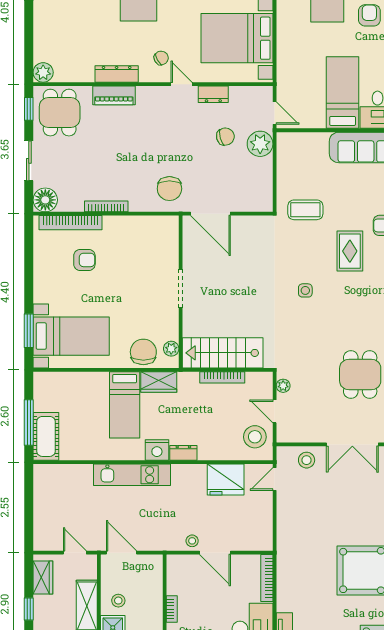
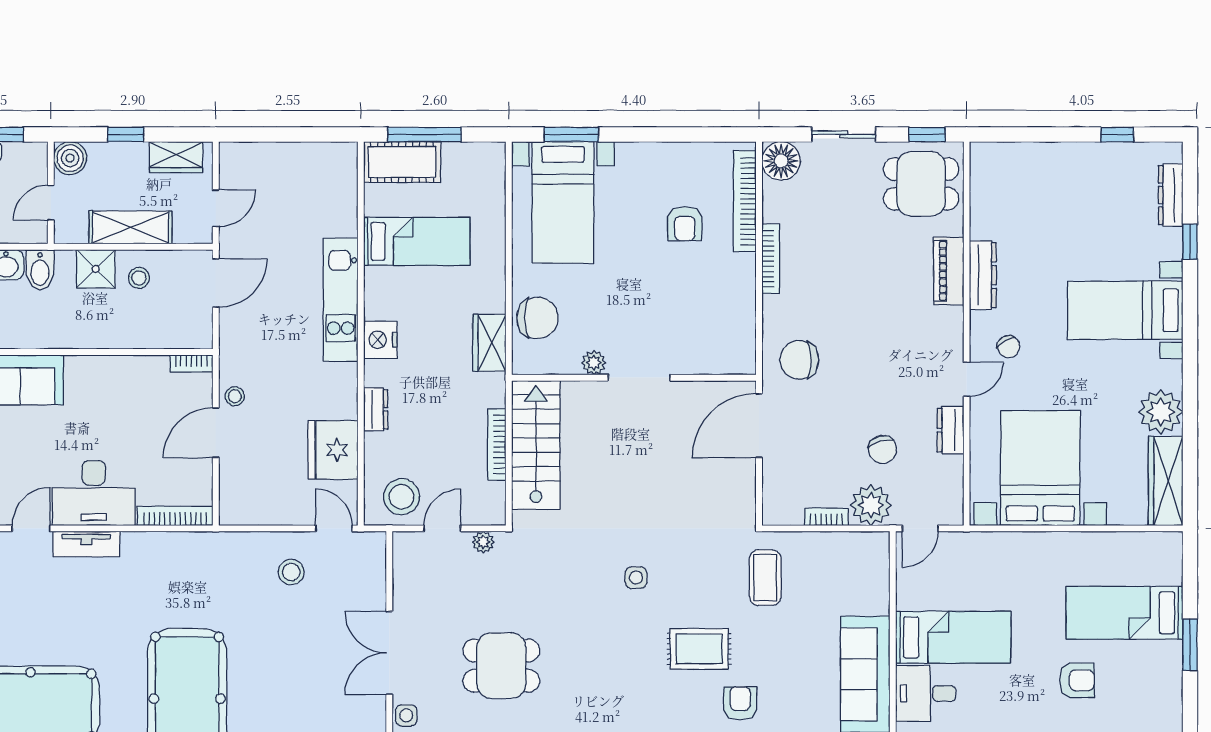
plant: (43, 72) -> (985, 157), removed
bookcase: (267, 172) -> (826, 517), added
plant: (171, 349) -> (594, 363), moved
bed: (125, 405) -> (417, 241), moved, turned 180
dresser: (183, 453) -> (376, 409), moved
stool: (307, 460) -> (291, 572), moved
bookcase: (172, 609) -> (191, 363), moved

